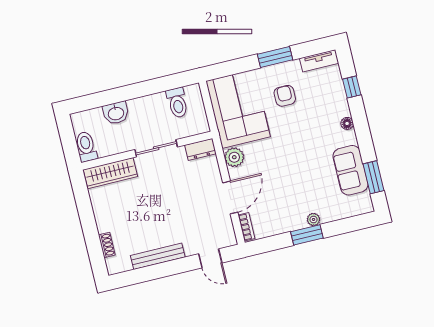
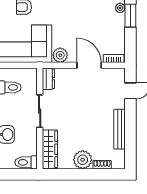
plant: (107, 219) -> (83, 160), added

